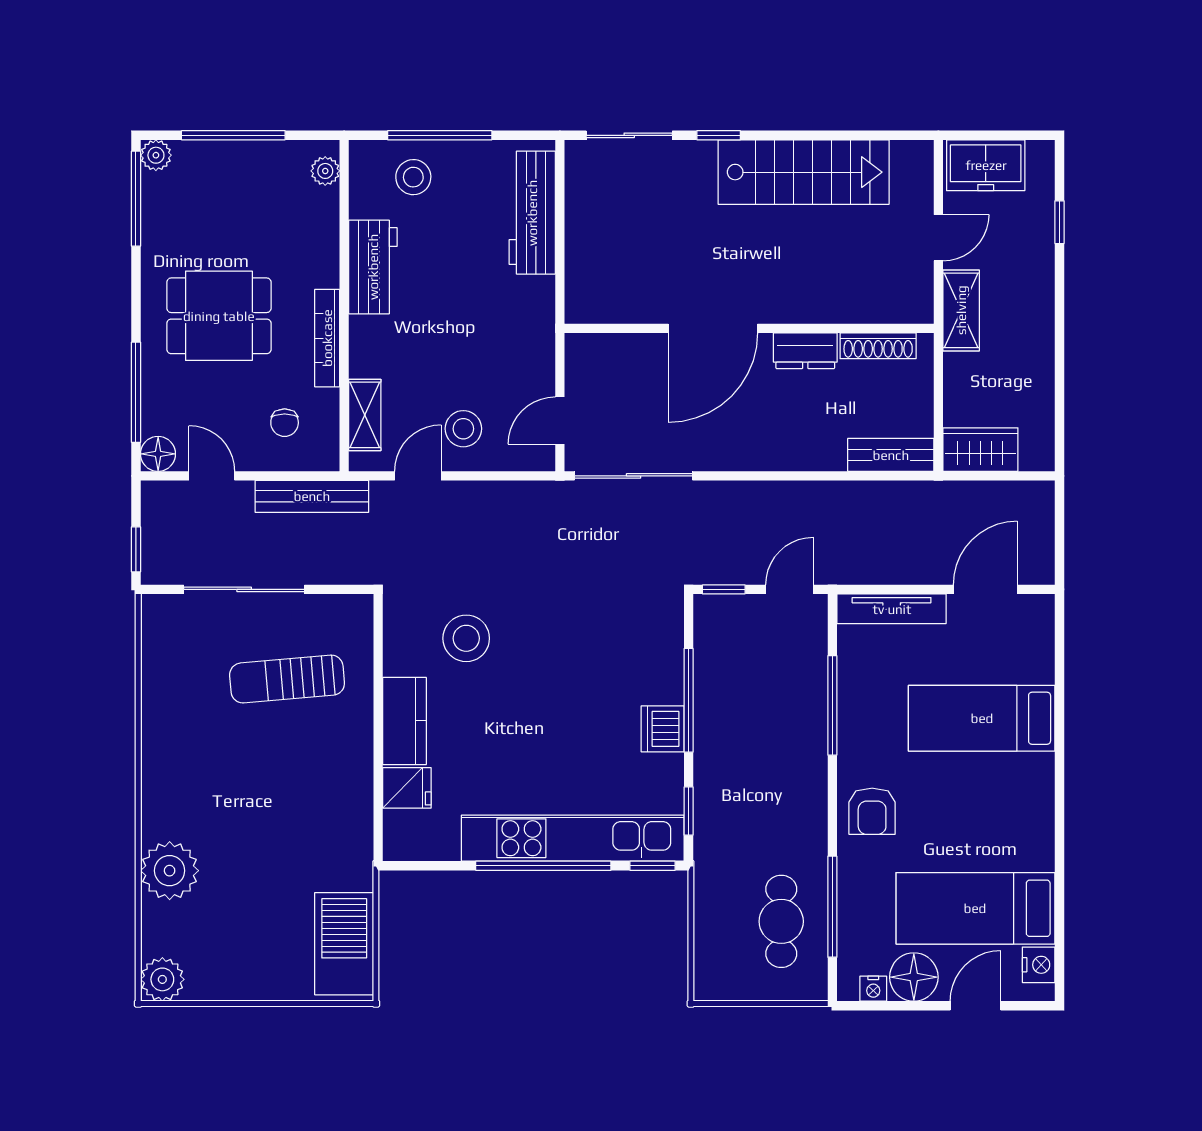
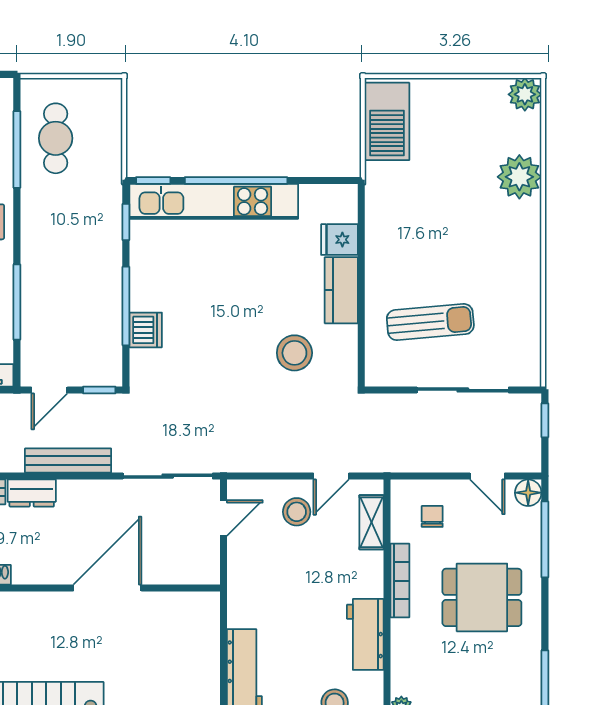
dresser: (805, 351) -> (32, 493), moved, turned 180
bench: (312, 496) -> (68, 461), moved
dishwasher: (663, 729) -> (146, 330), moved

